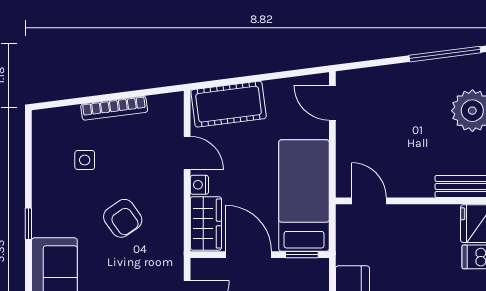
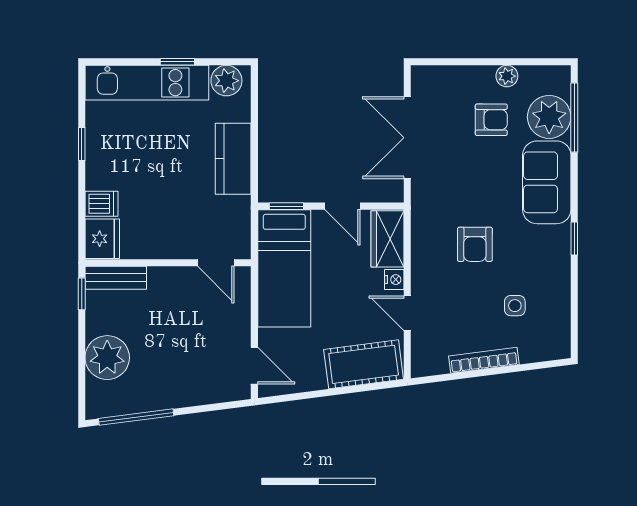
armchair: (123, 218) -> (475, 244), turned -145
door: (249, 255) -> (343, 206), width x0.73

